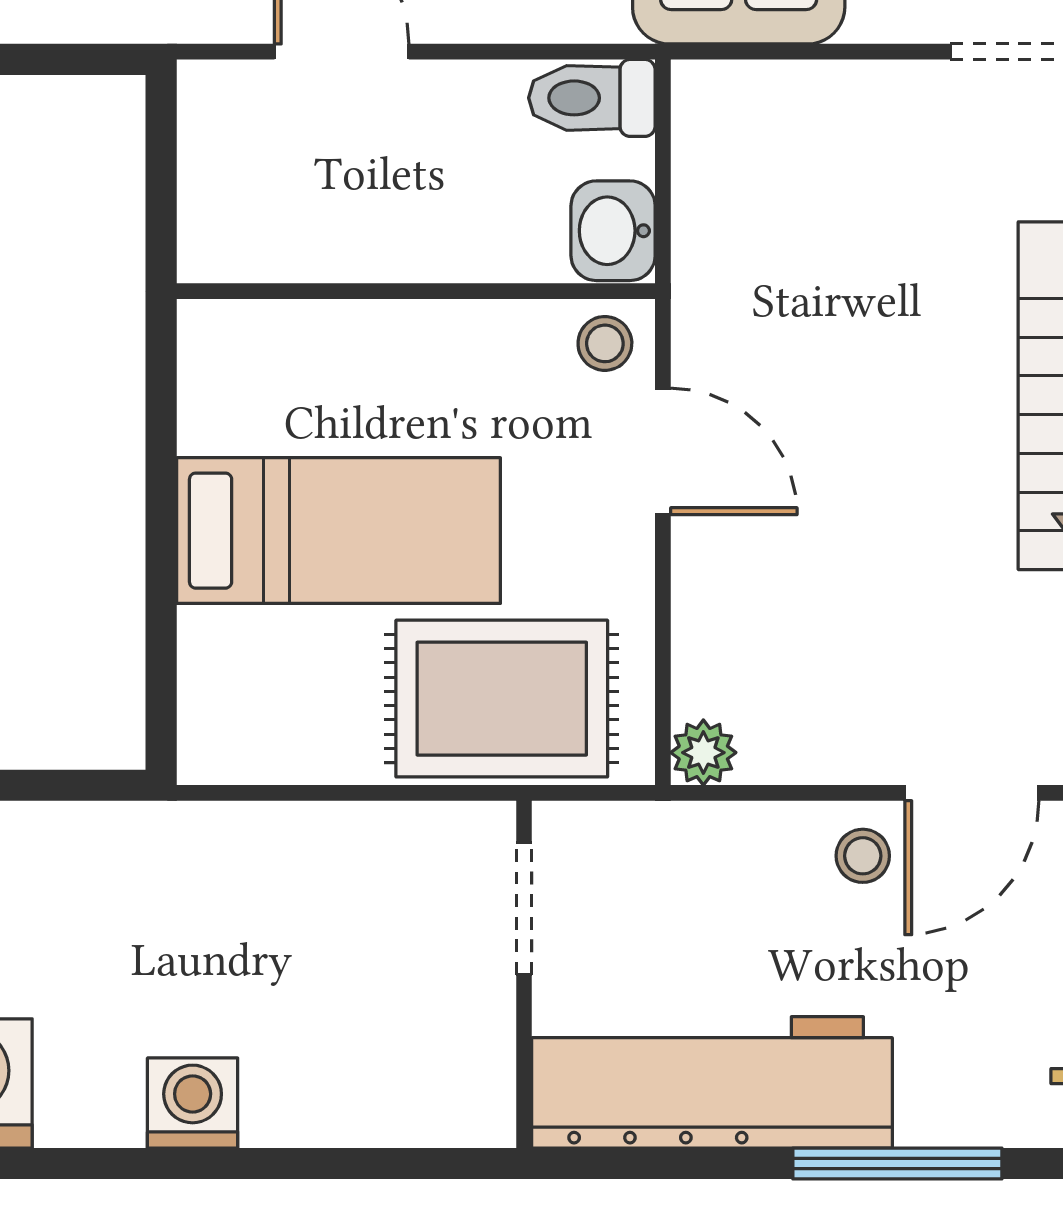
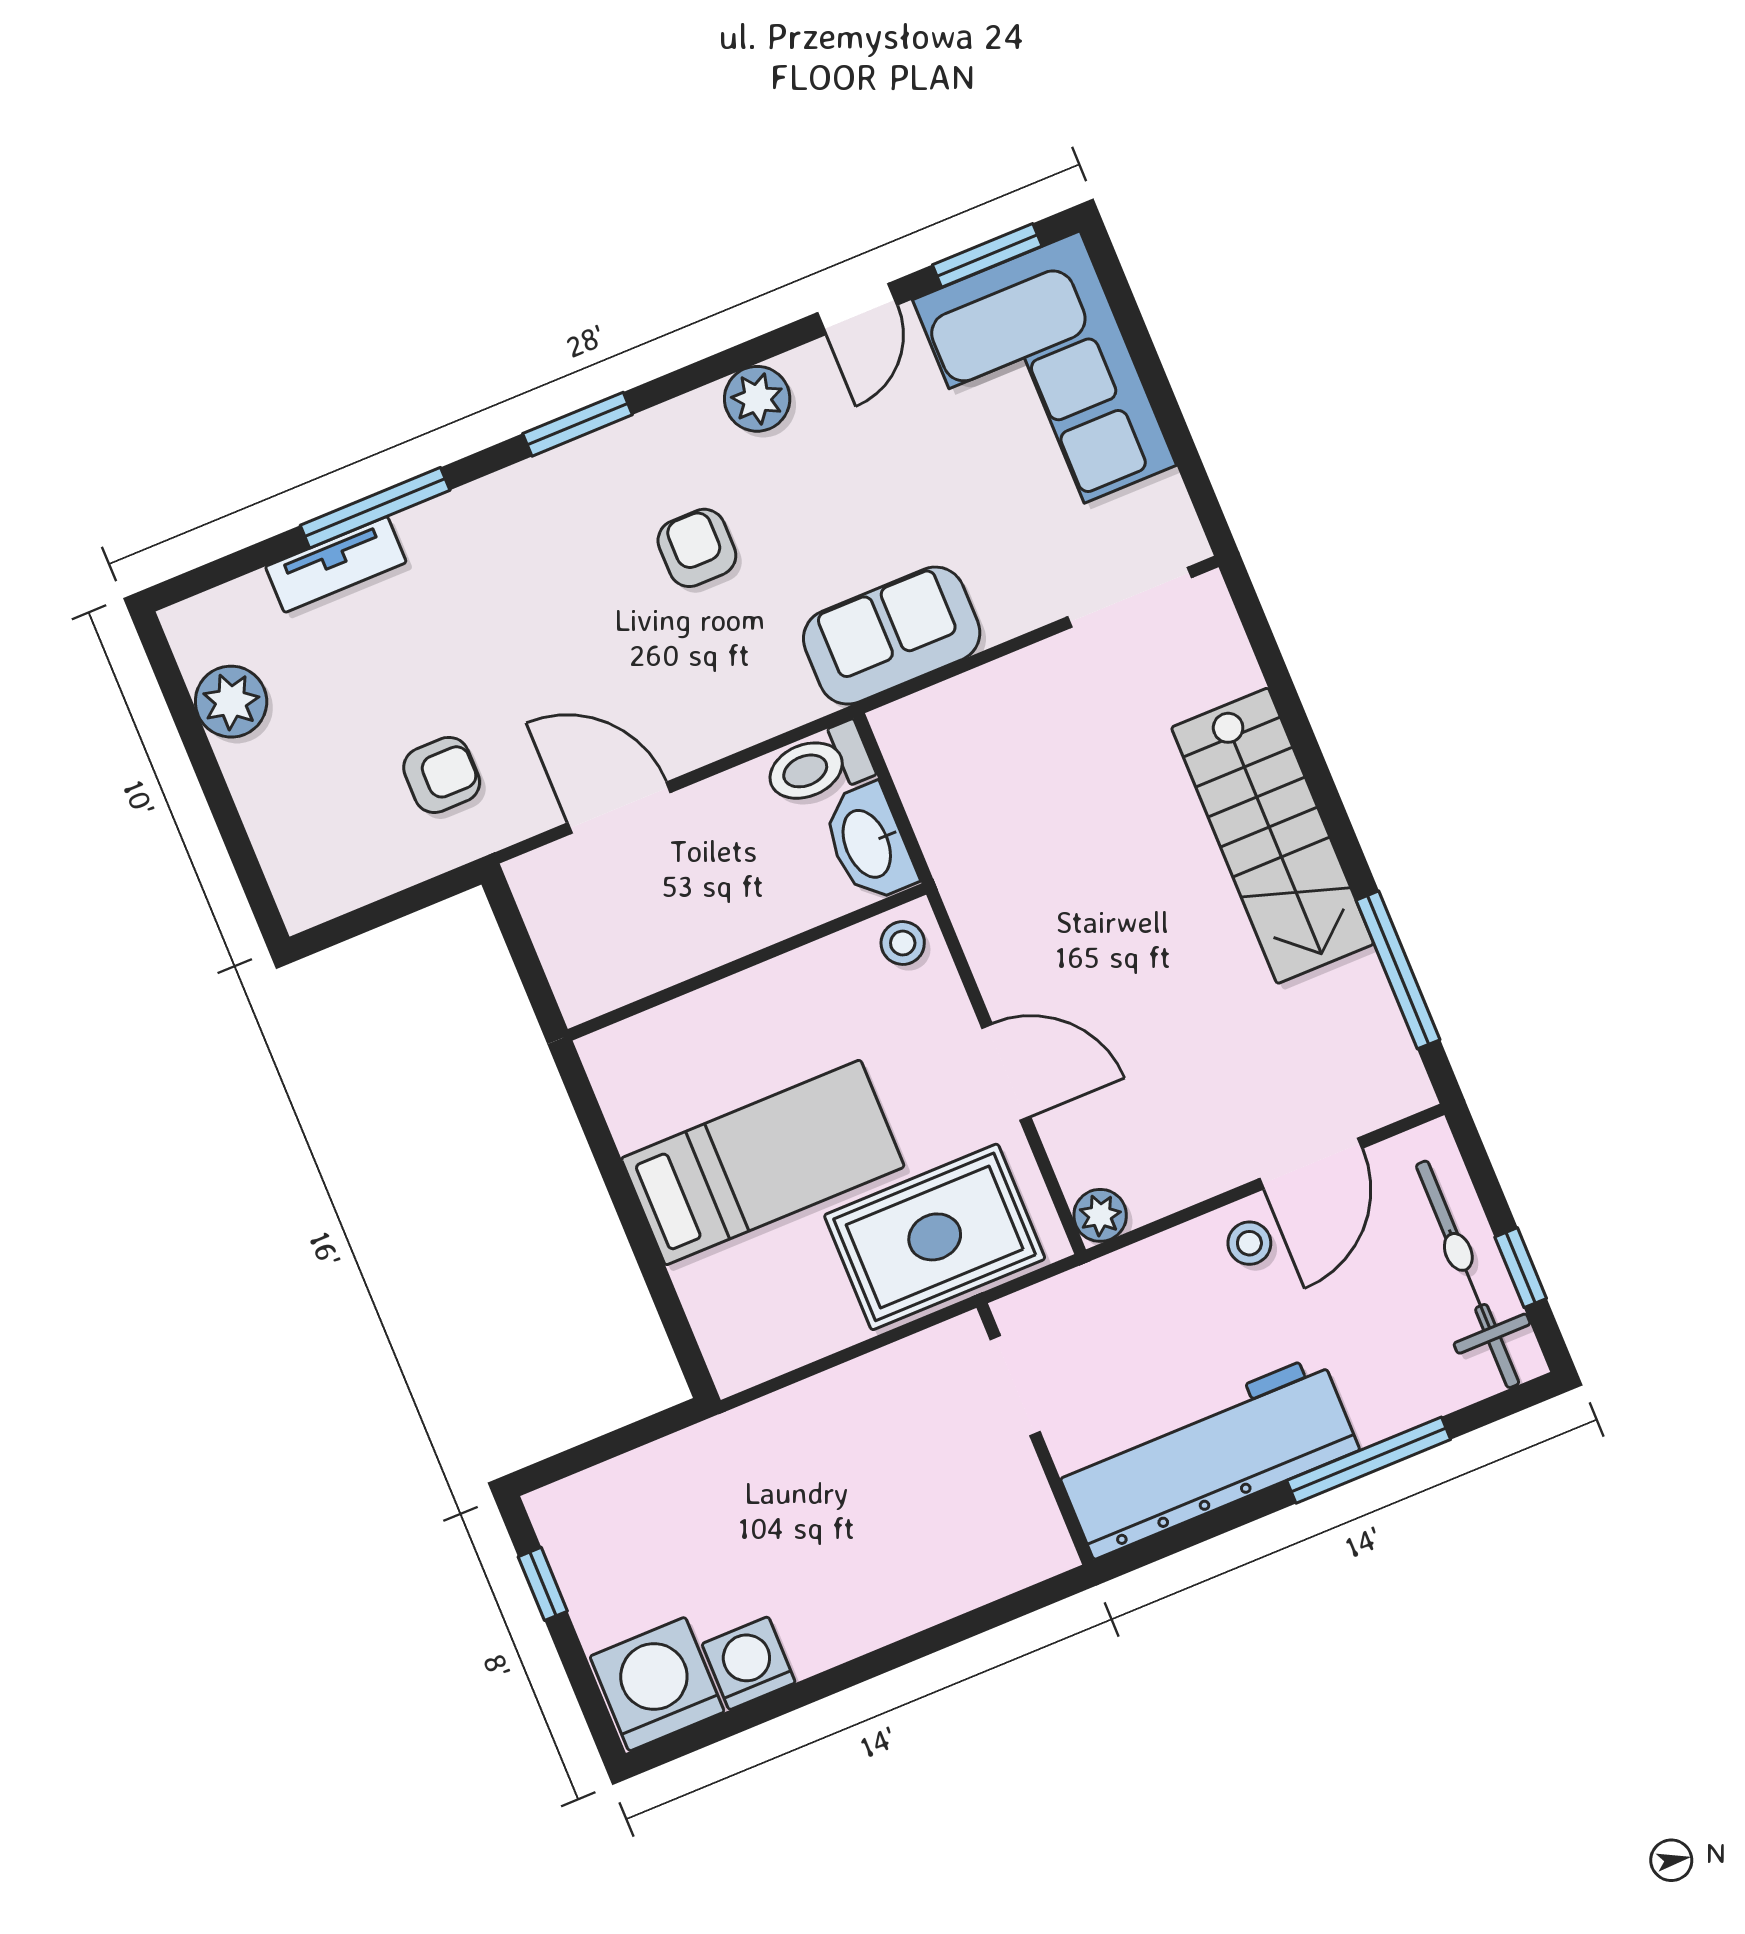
washbasin: (613, 231) -> (869, 843), width x1.38
door: (663, 451) -> (1006, 1072), moved
washing machine: (193, 1103) -> (749, 1663), moved

